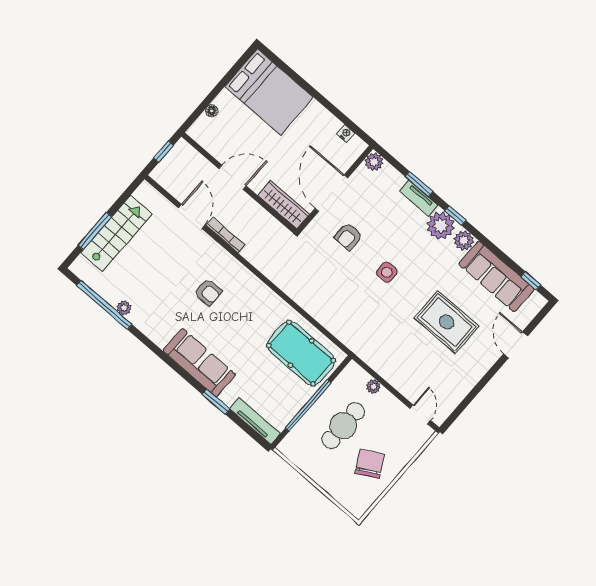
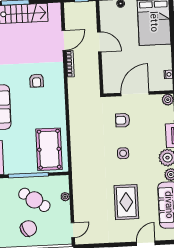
wardrobe: (284, 205) -> (109, 77), removed
cafe table: (343, 426) -> (34, 200), turned 34

